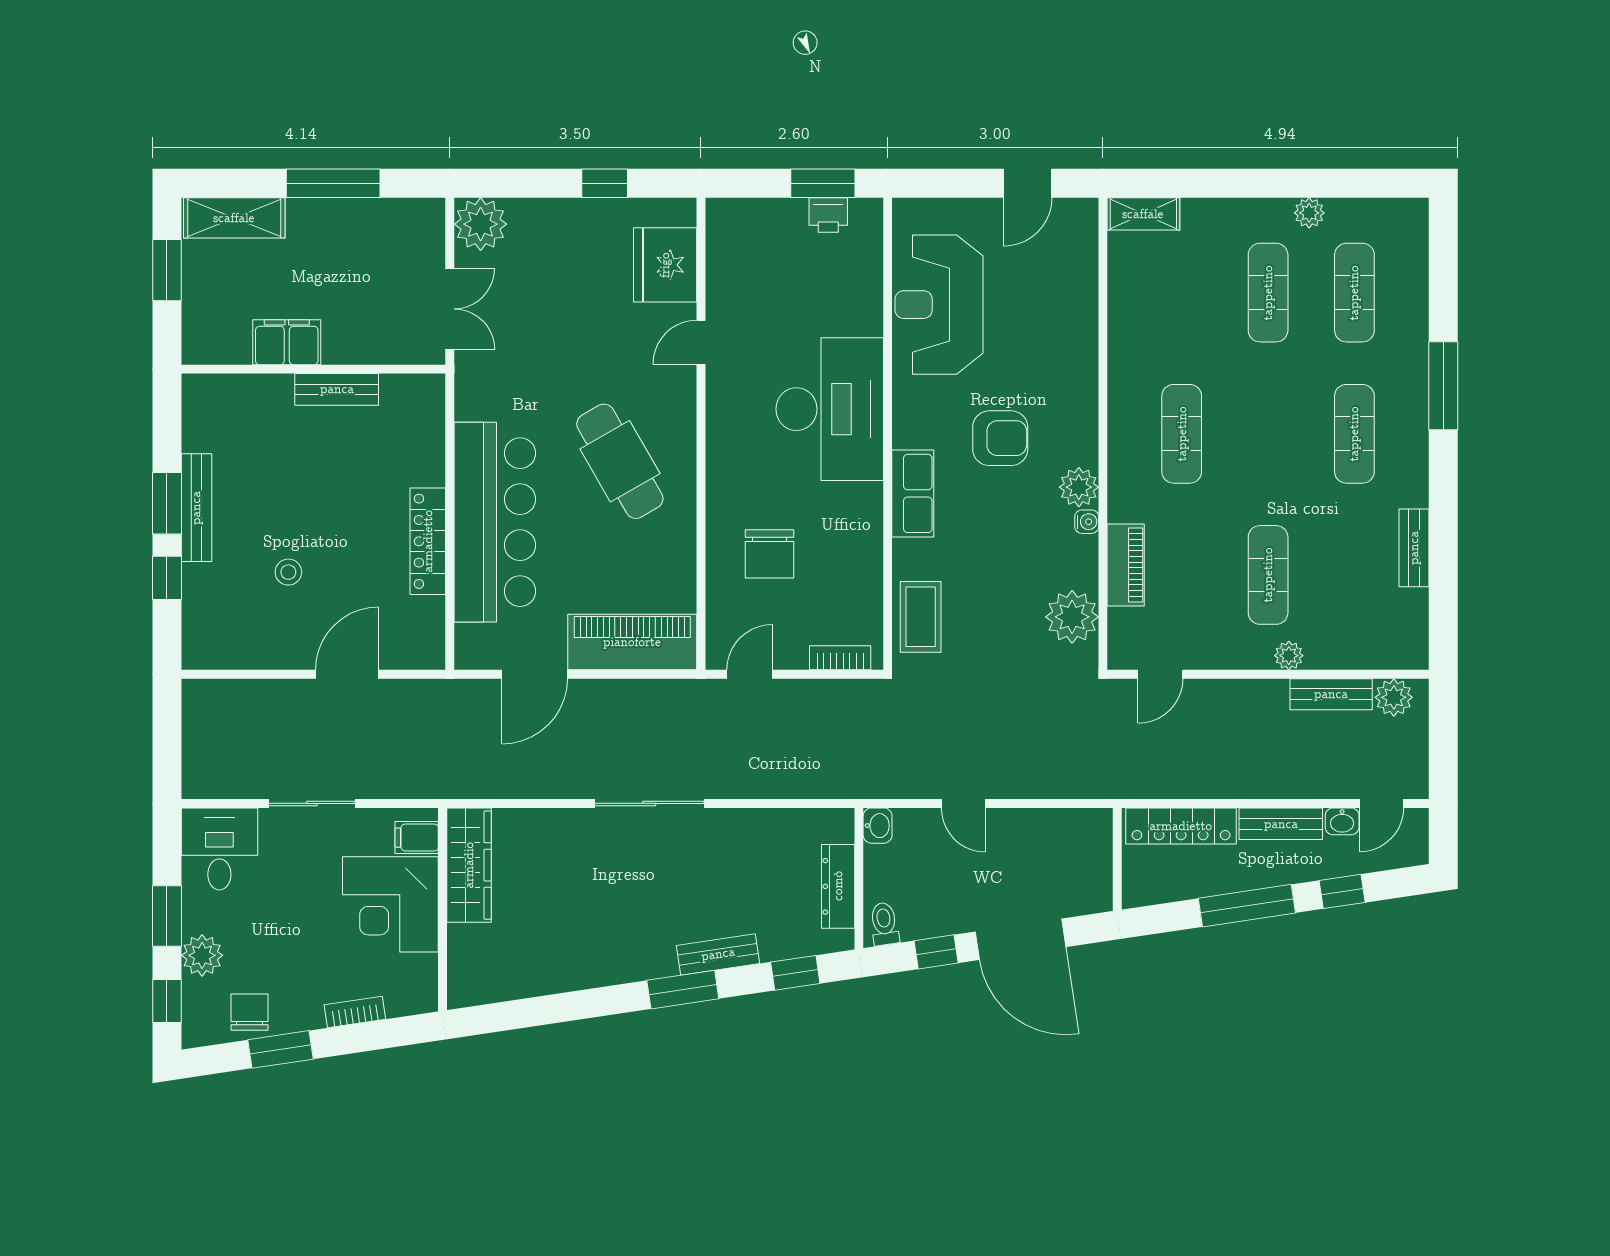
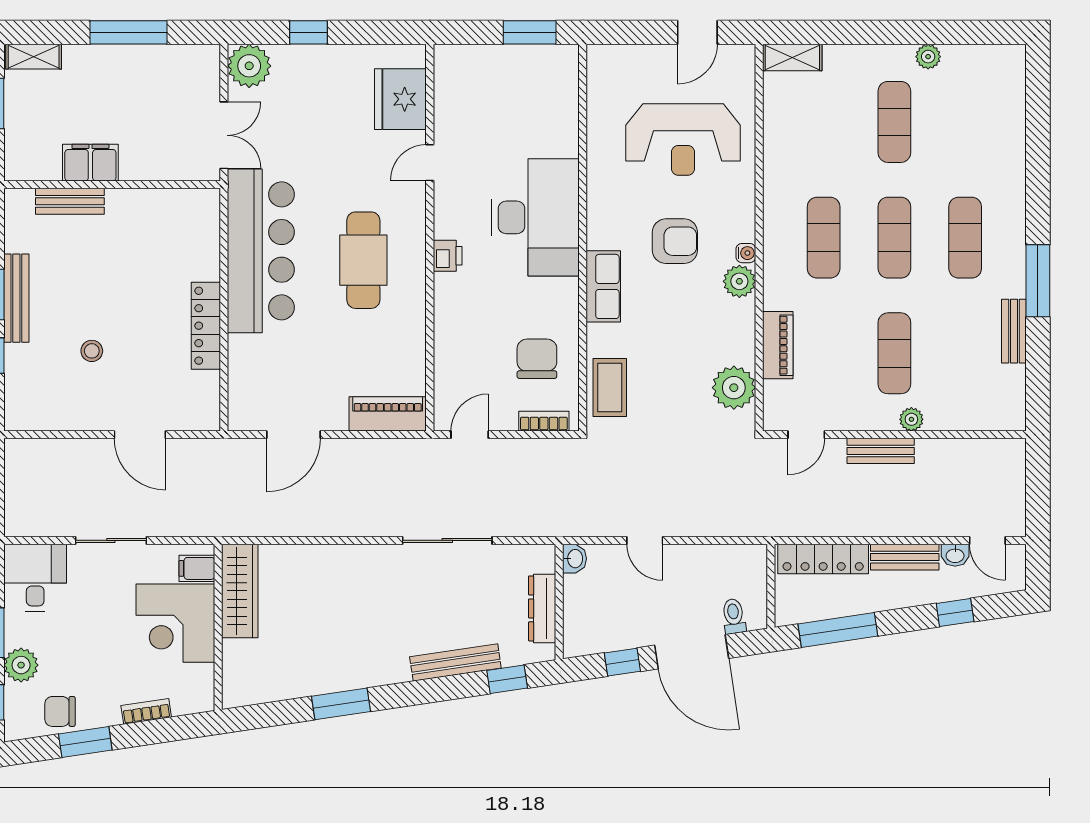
window: (605, 183) -> (309, 32), moved
printer: (828, 215) -> (448, 256), moved, turned -90
shelving: (234, 218) -> (34, 57), width x0.67, depth x0.75
exercise mat: (1354, 293) -> (894, 238), moved
reception desk: (939, 305) -> (683, 140), moved, turned -90
window: (1443, 386) -> (1038, 281), moved
bench: (337, 389) -> (70, 201), moved
cafe table: (620, 461) -> (363, 260), turned 30
bar counter: (495, 522) -> (261, 251), moved
water cooler: (1087, 522) -> (746, 253), moved
chair: (770, 554) -> (537, 359), moved, turned 180
piano: (632, 642) -> (388, 414), width x0.73, depth x0.75
door: (347, 674) -> (140, 435), swing flipped
bench: (1331, 694) -> (881, 451), moved
plant: (1394, 697) -> (997, 454), removed
sliding door: (649, 803) -> (447, 540), moved
door: (1382, 803) -> (987, 540), hinge flipped
window: (1247, 906) -> (838, 630), moved
toilet: (884, 924) -> (734, 616), moved
bench: (718, 954) -> (455, 662), width x1.36
window: (683, 990) -> (341, 704), moved
chair: (250, 1012) -> (60, 711), turned -90

